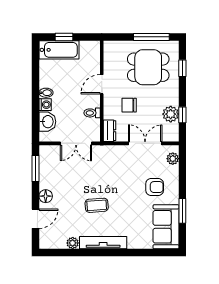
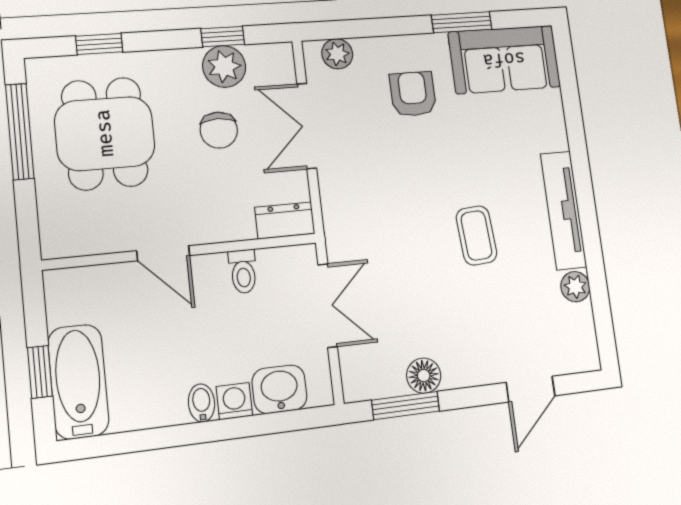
chair: (129, 105) -> (219, 130), moved
floor lamp: (46, 196) -> (424, 376), moved
door: (35, 219) -> (531, 389), swing flipped

